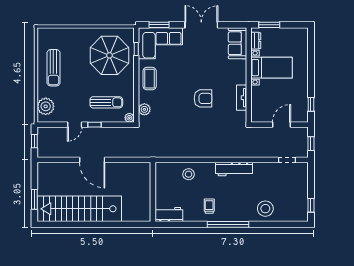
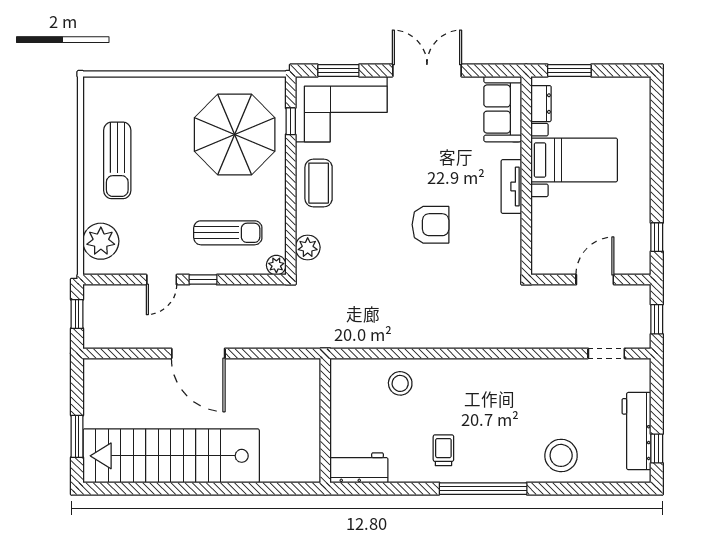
tv unit: (242, 98) -> (511, 187), moved
workbench: (234, 169) -> (636, 431), moved, turned 90

